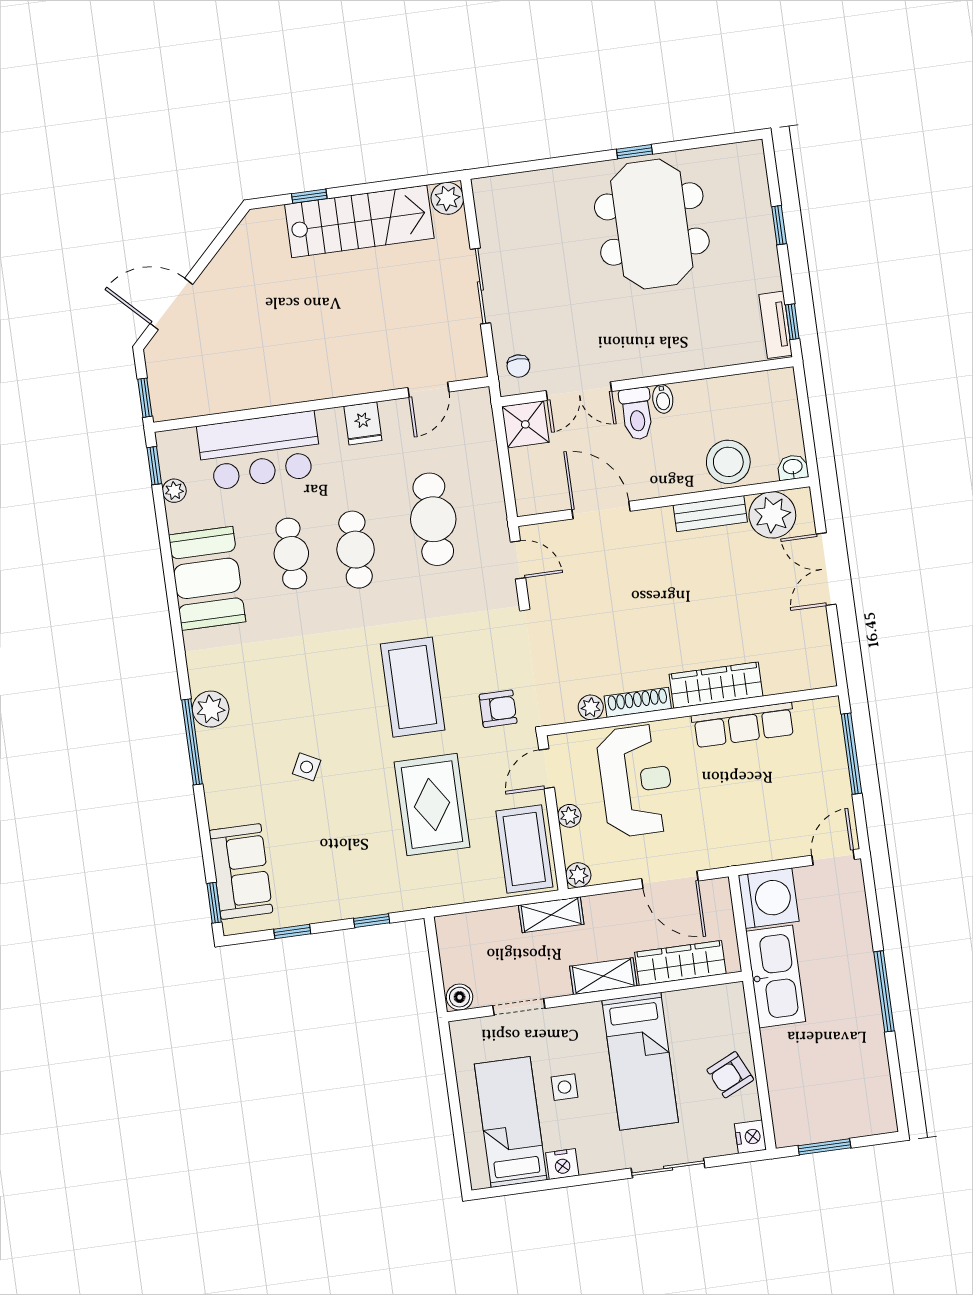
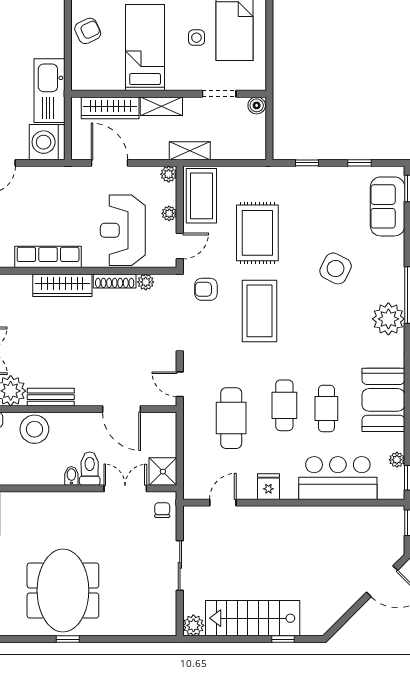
plant: (211, 709) -> (388, 319), width x1.36, depth x1.36
side table: (307, 767) -> (336, 268), width x1.87, depth x1.87

